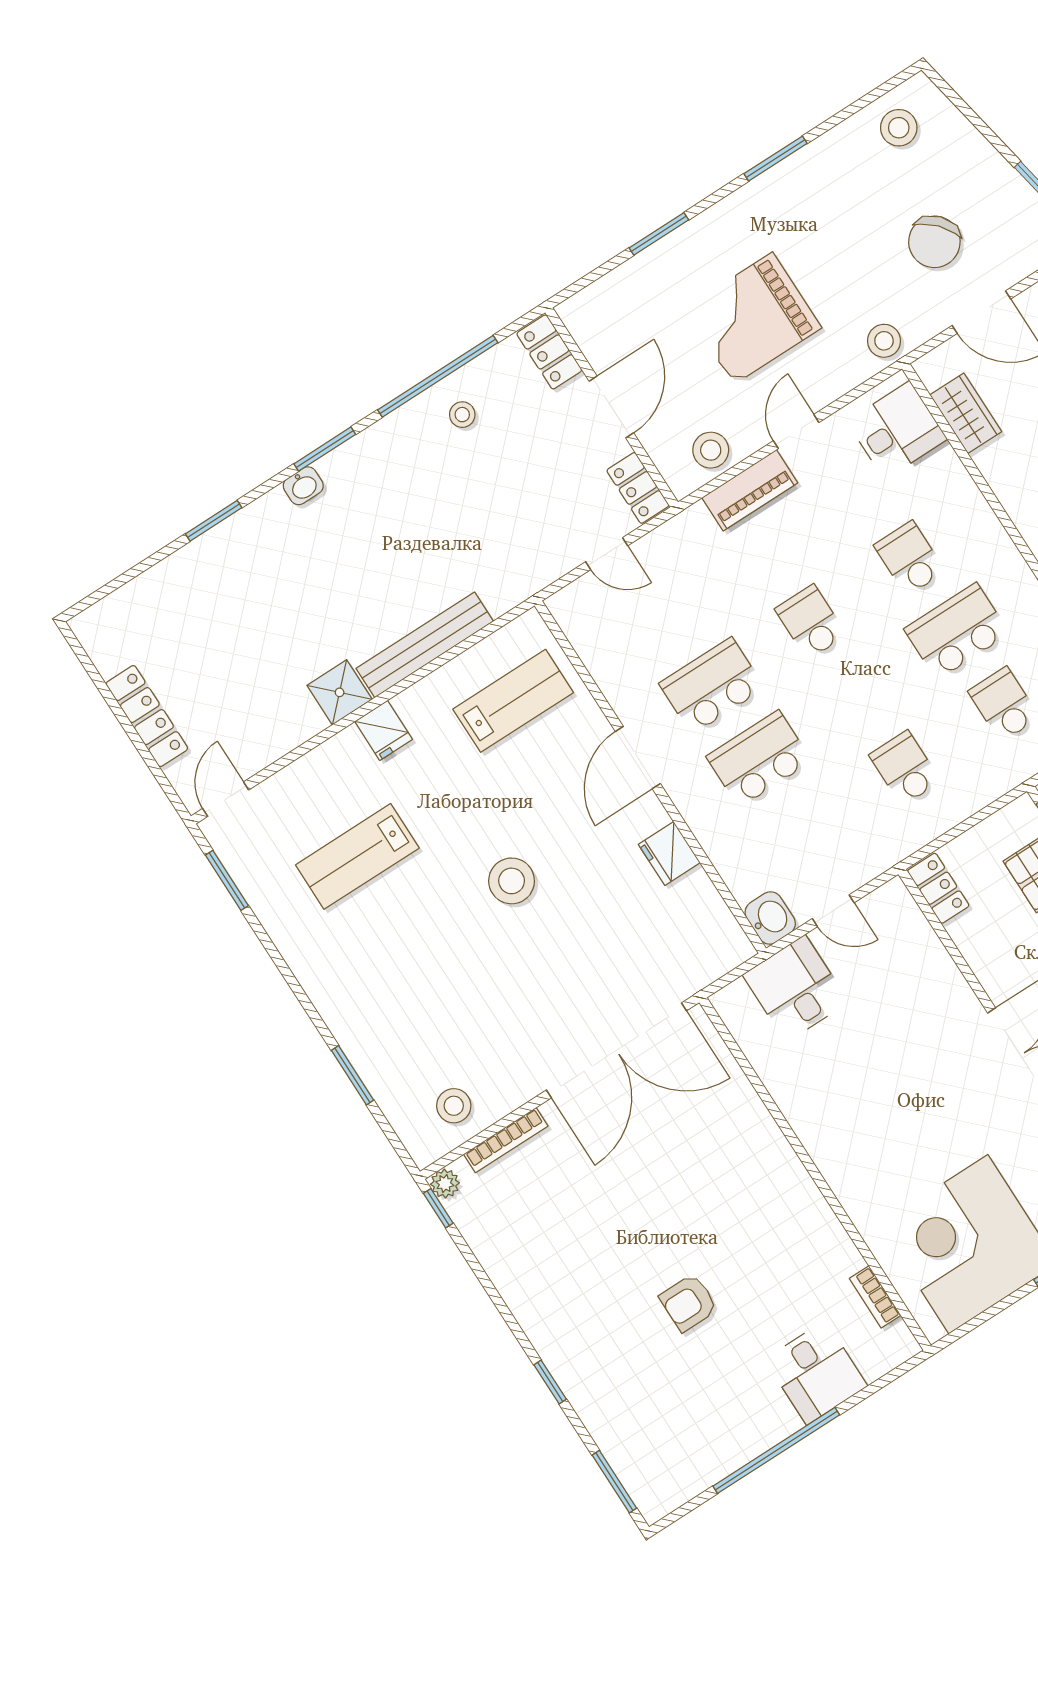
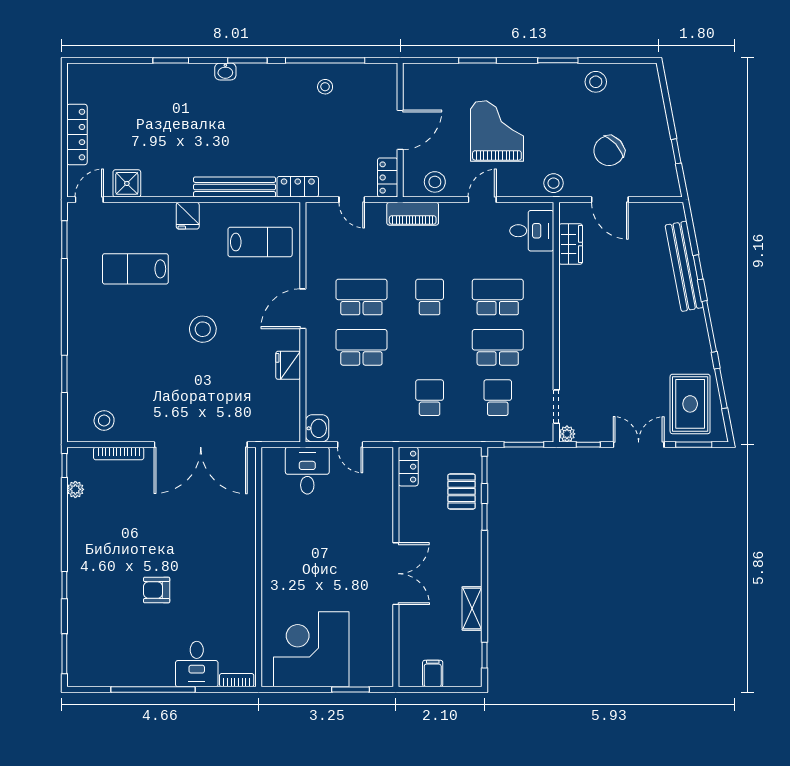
stool: (899, 128) -> (596, 82), moved
grand piano: (753, 318) -> (497, 131), turned 90
locker: (549, 352) -> (298, 187), moved, turned 90
piano: (750, 490) -> (413, 214), moved
school desk: (910, 558) -> (498, 297), width x1.85
shower: (340, 692) -> (127, 183), moved
plant: (445, 1184) -> (75, 489), moved
bookcase: (875, 1297) -> (237, 680), moved, turned 90

